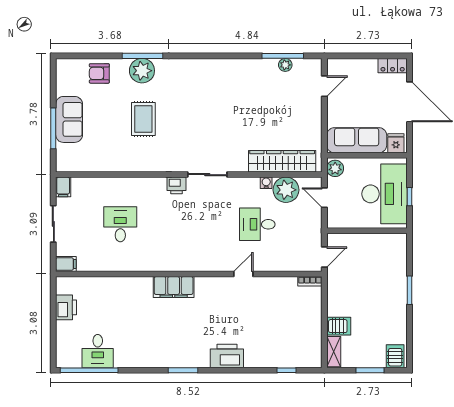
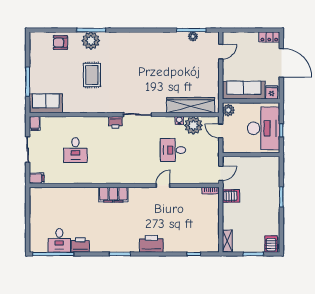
sofa: (69, 119) -> (46, 103), moved, turned -90
desk: (120, 224) -> (75, 150), turned 180
printer: (66, 307) -> (80, 245), moved, turned -90
server rack: (339, 326) -> (231, 196), moved

